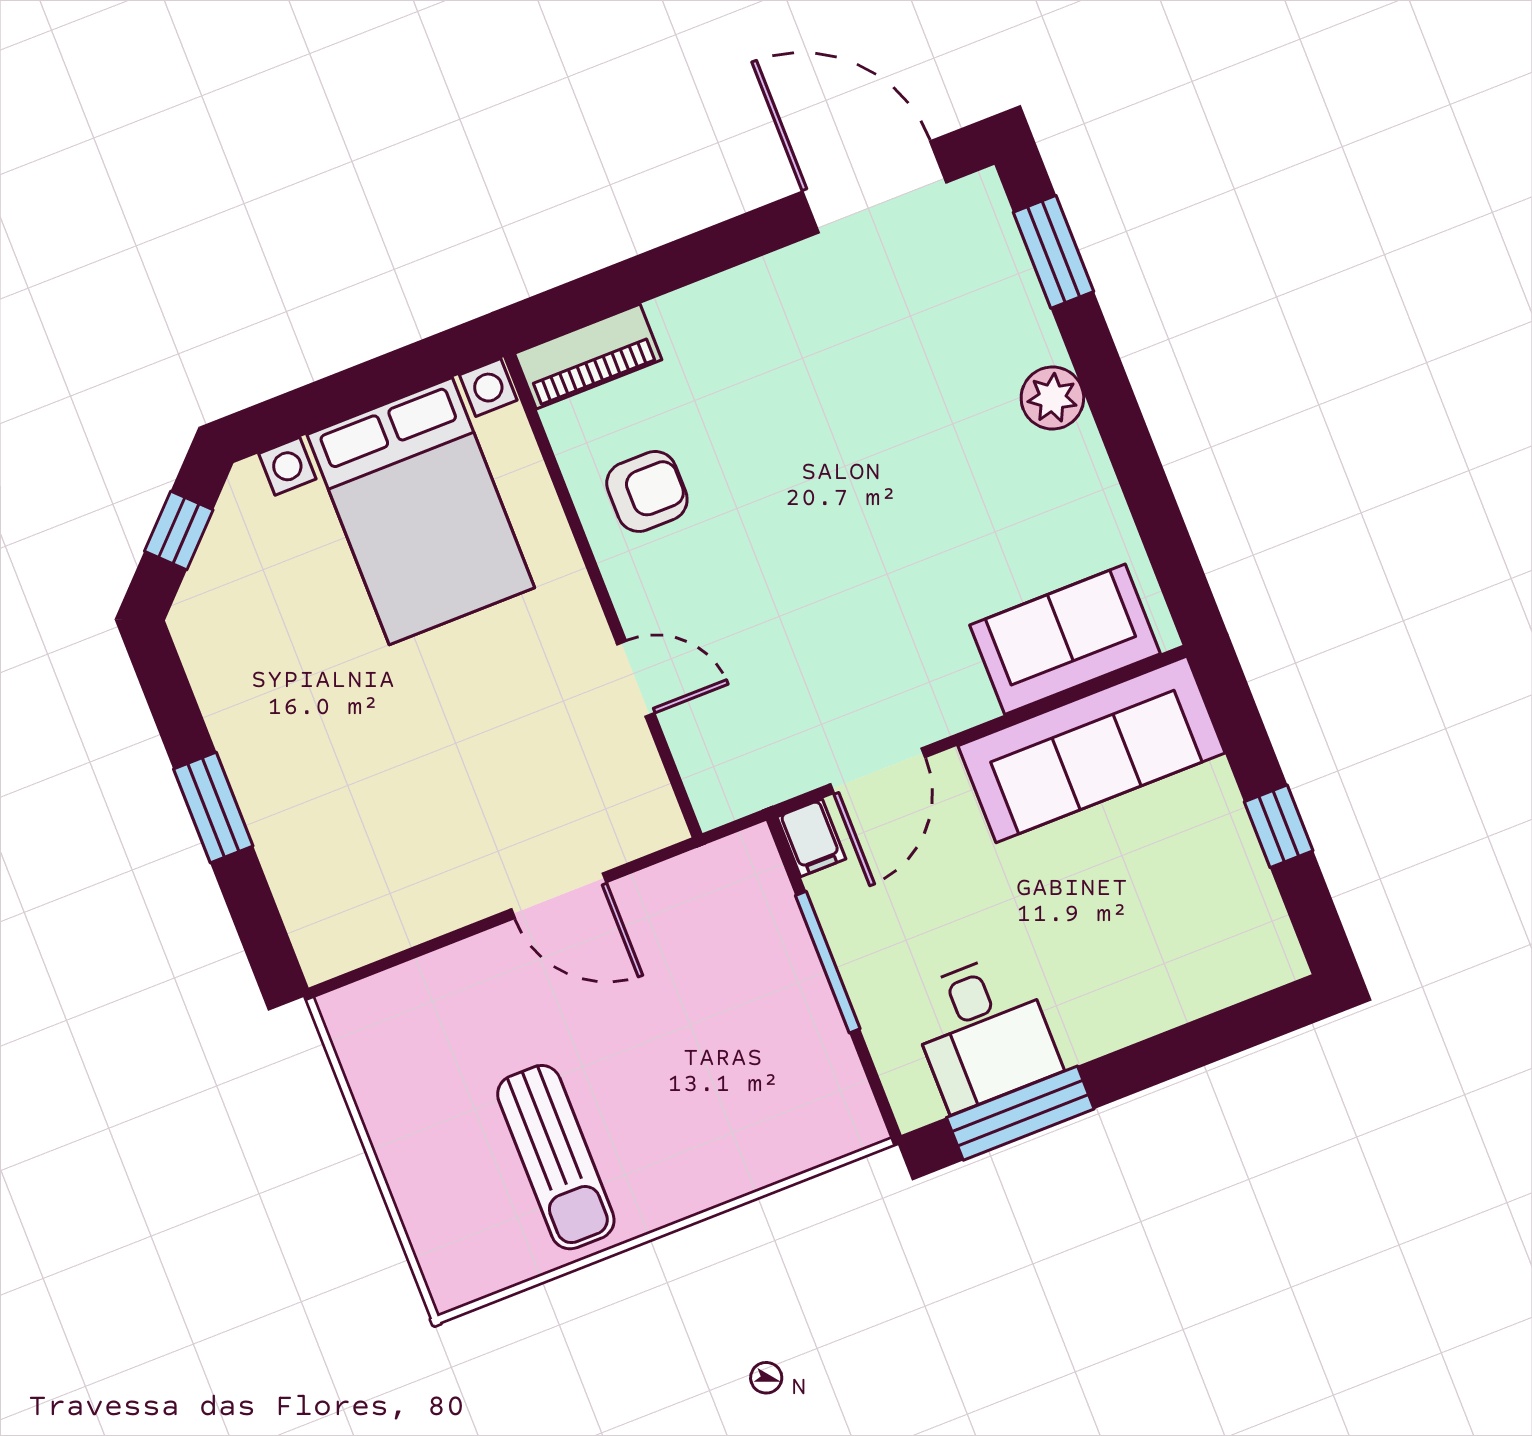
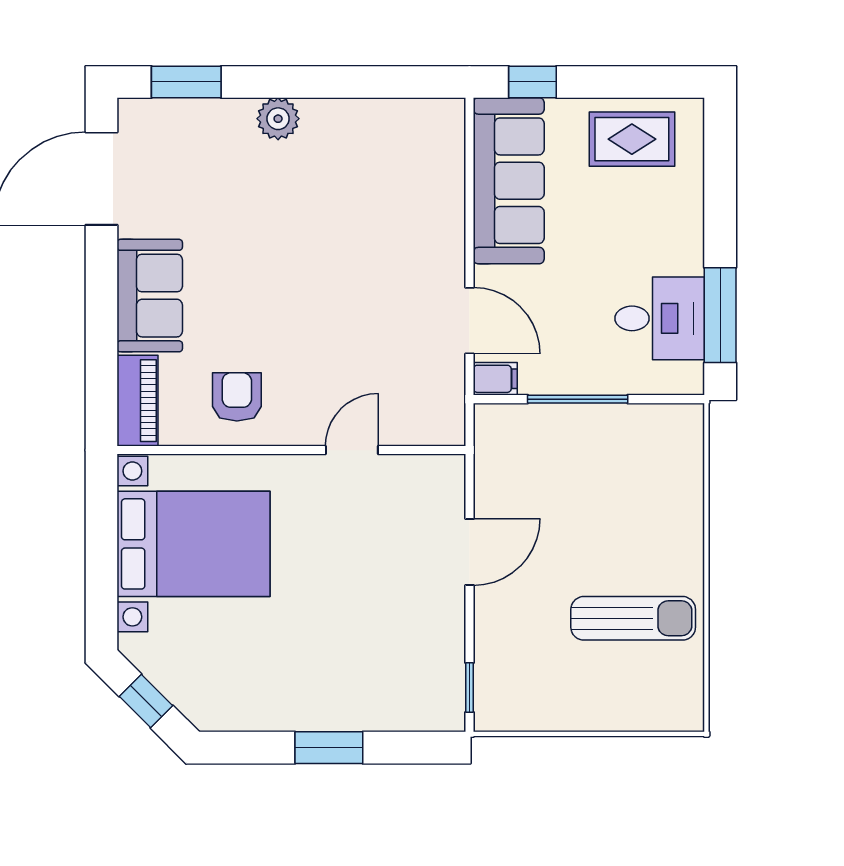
sofa: (1065, 639) -> (150, 296), moved, turned 180
window: (1279, 826) -> (532, 82), moved
rug: (1215, 897) -> (632, 139), added
window: (372, 969) -> (469, 687), added

